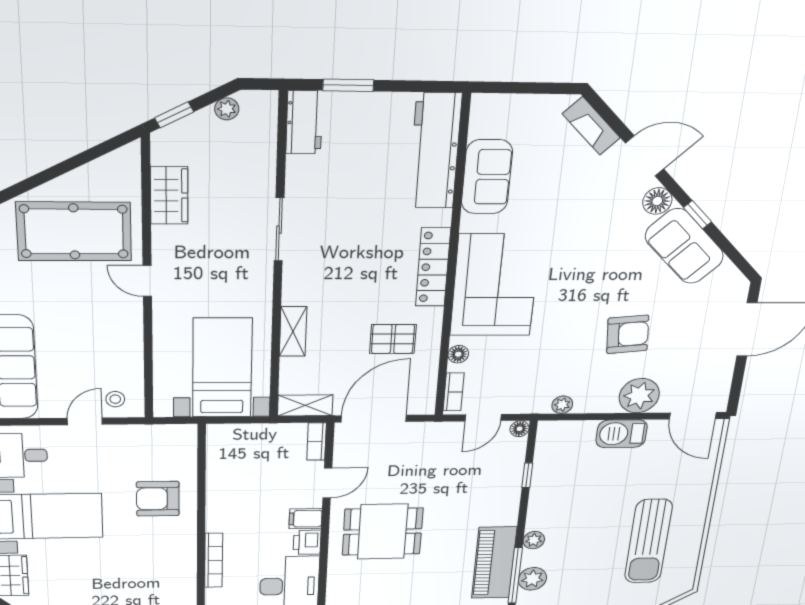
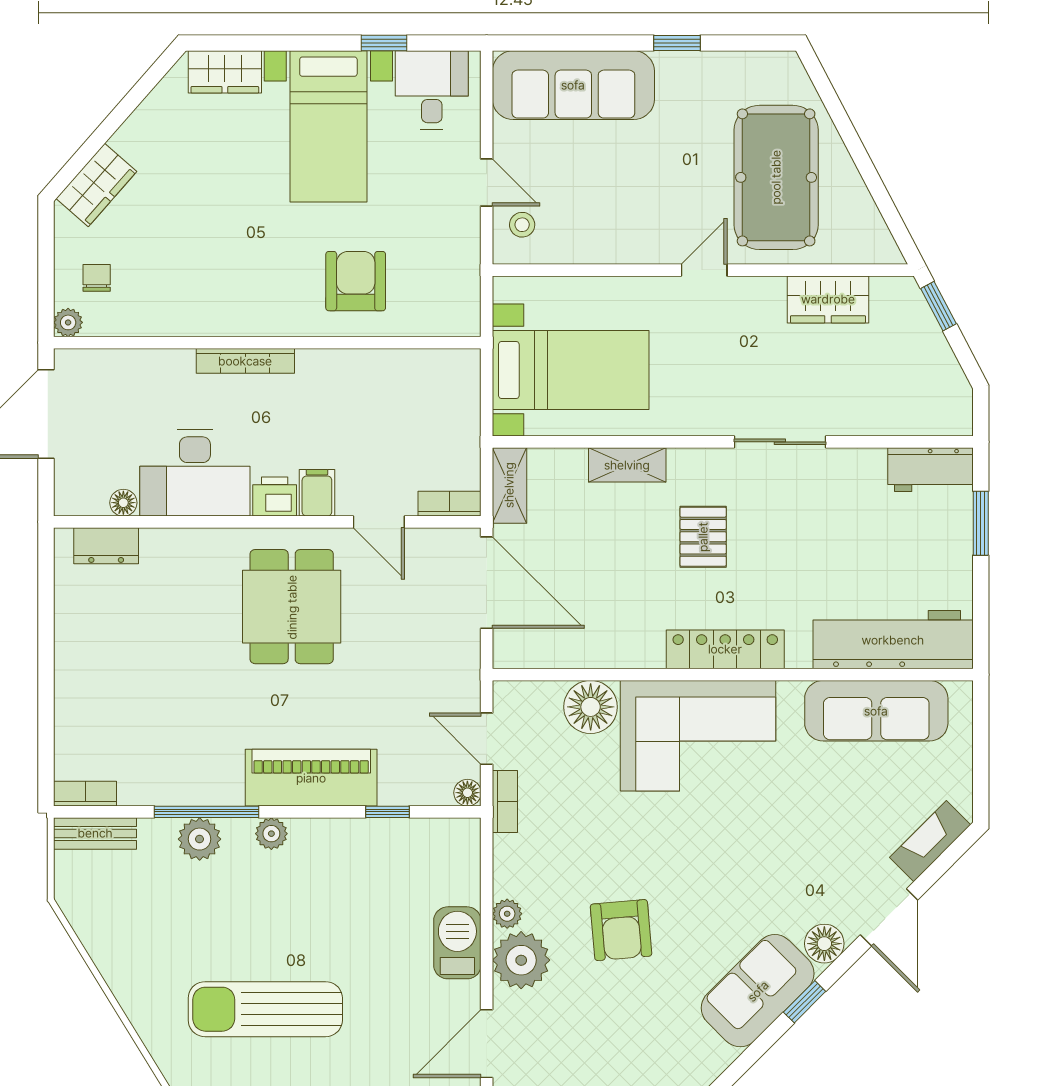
plant: (227, 109) -> (947, 372), removed
sofa: (487, 177) -> (876, 711), width x1.36
pallet: (393, 339) -> (703, 537), moved
floor lamp: (458, 354) -> (591, 707), width x1.89, depth x1.89
bookcase: (454, 392) -> (505, 801), moved, turned -90
plant: (562, 405) -> (507, 914), moved
piano: (494, 563) -> (311, 778), moved

